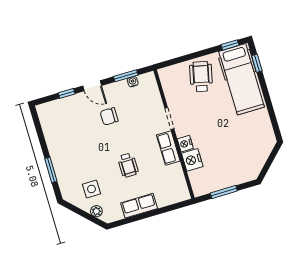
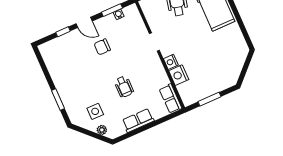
row of seats: (168, 148) -> (171, 99), moved

